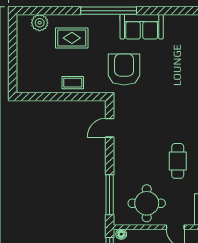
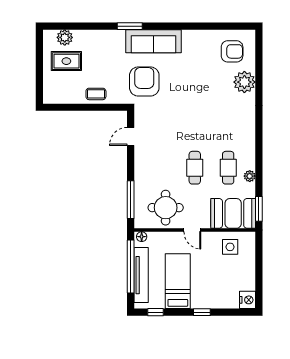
window: (109, 11) -> (130, 26), width x0.47
sofa: (142, 27) -> (153, 41), width x1.36
rug: (72, 38) -> (66, 61), moved

